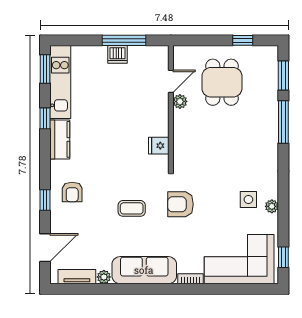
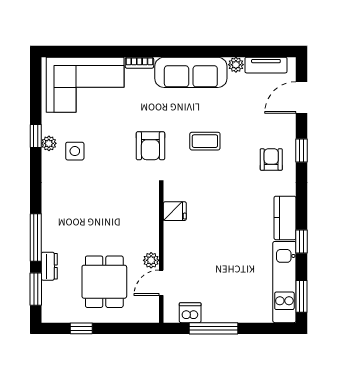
dishwasher: (117, 54) -> (190, 313), moved
dresser: (271, 96) -> (49, 266), added
armchair: (181, 204) -> (150, 146), turned 90
window: (283, 257) -> (36, 136), moved

